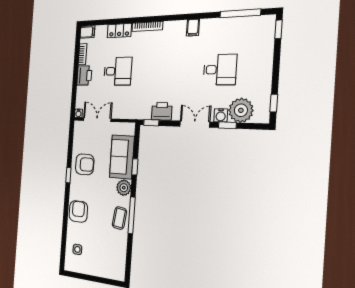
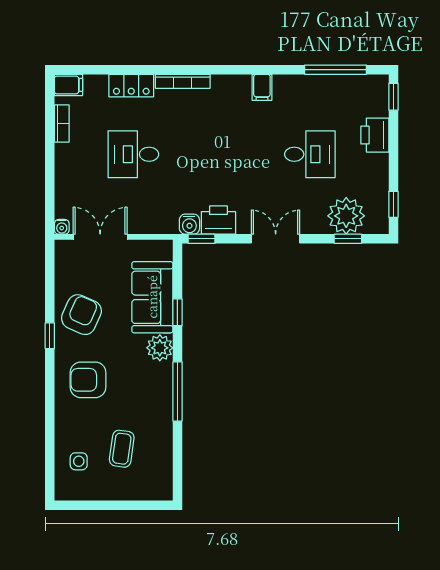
desk: (118, 71) -> (133, 154), turned 180
printer: (84, 75) -> (375, 135), moved, turned 180
water cooler: (221, 115) -> (189, 224), moved
window: (227, 125) -> (348, 239), moved
armchair: (85, 164) -> (81, 315), turned -66
armchair: (78, 211) -> (88, 380), moved, turned -90
coffee table: (119, 218) -> (122, 449), moved

